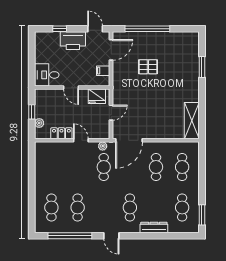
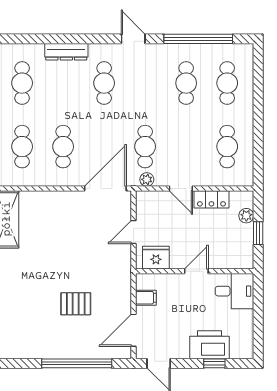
printer: (73, 41) -> (210, 345), moved
door: (71, 88) -> (196, 271), hinge flipped
cafe table: (51, 167) -> (227, 147), added

